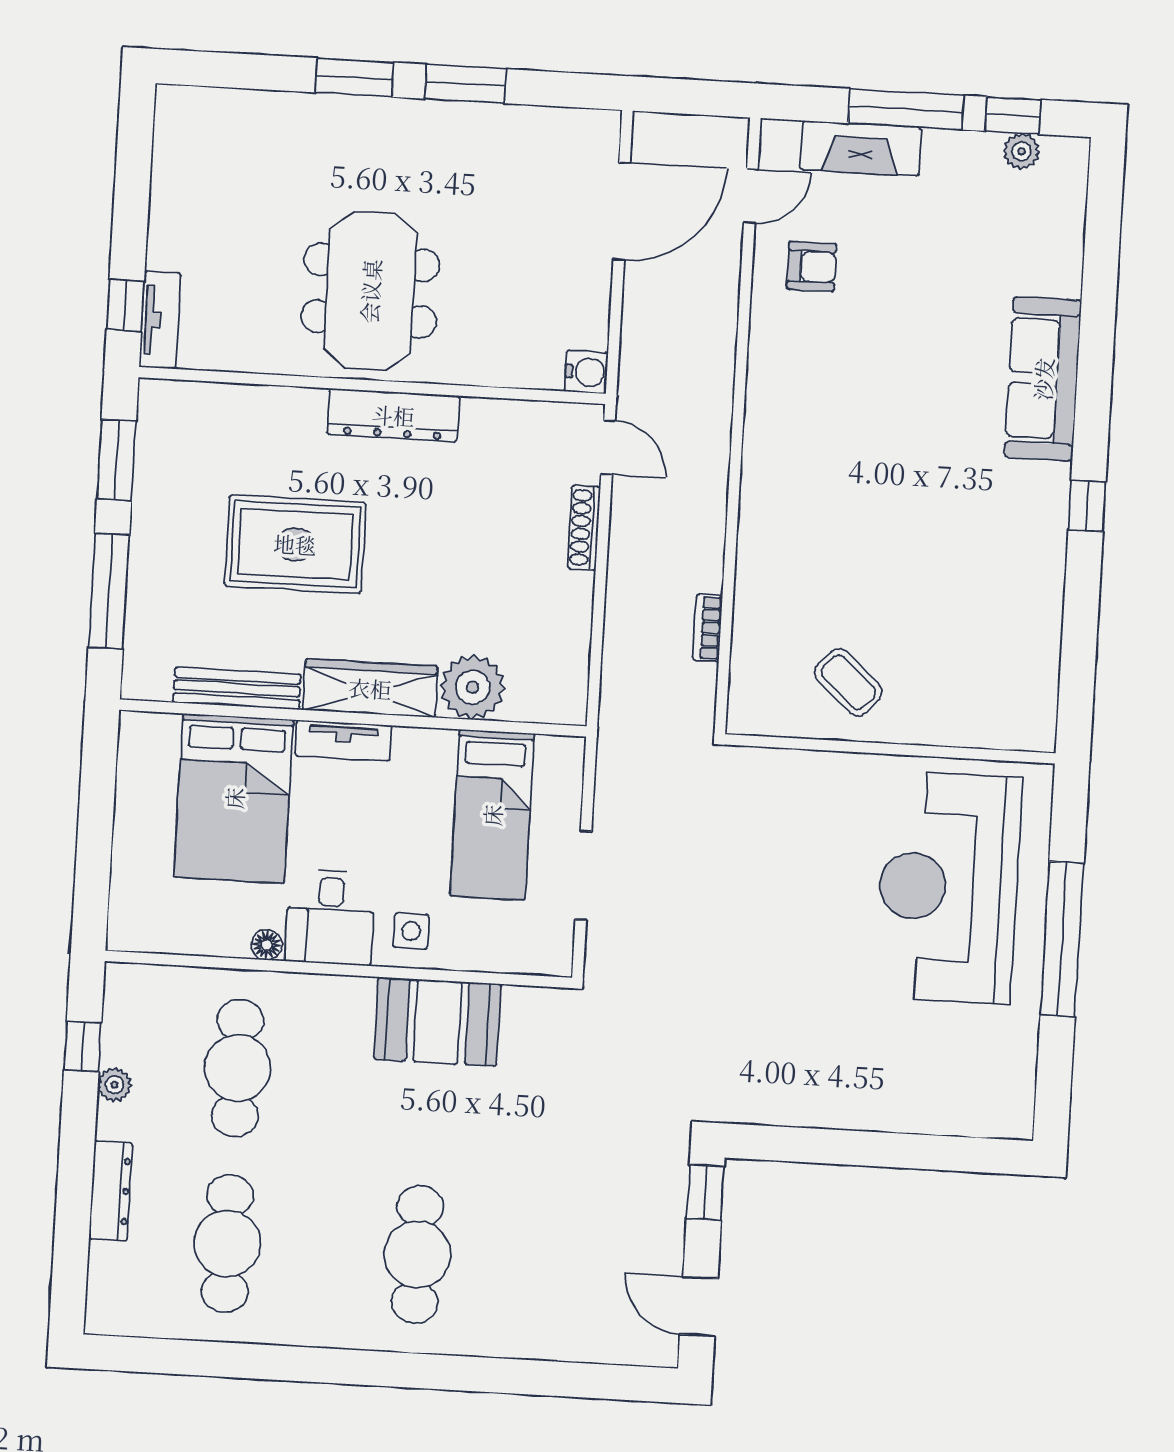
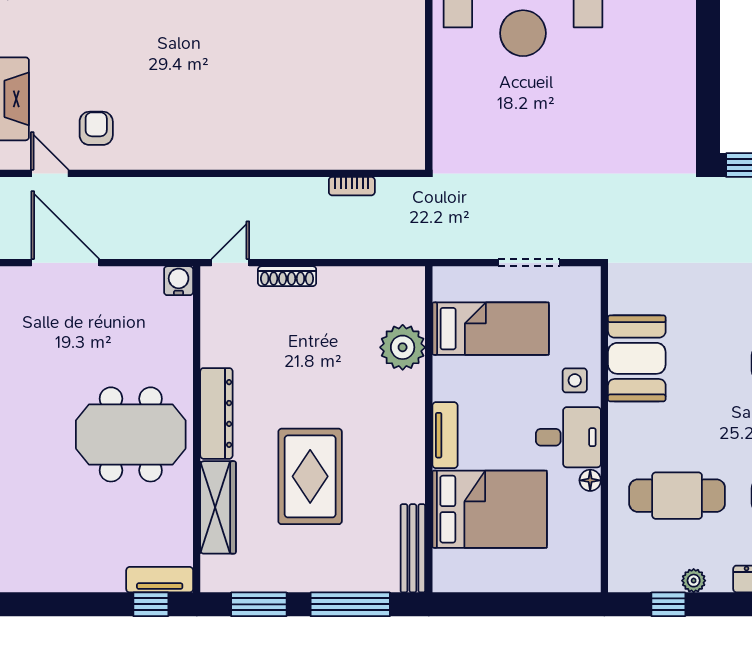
coffee table: (848, 682) -> (384, 86), removed
bench: (237, 688) -> (413, 548), moved
wardrobe: (370, 688) -> (218, 507), moved, turned 180

